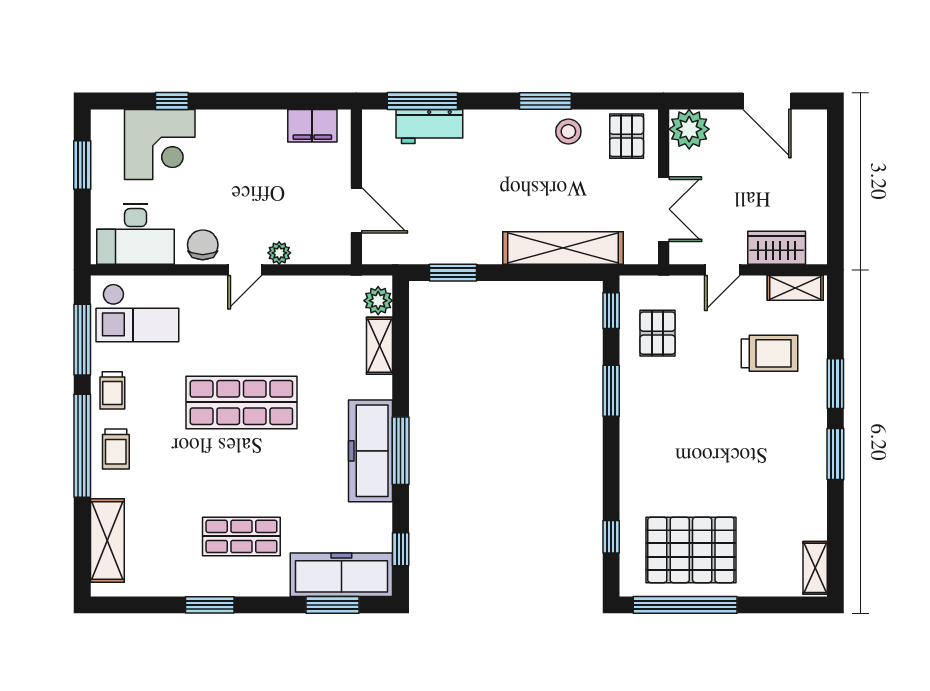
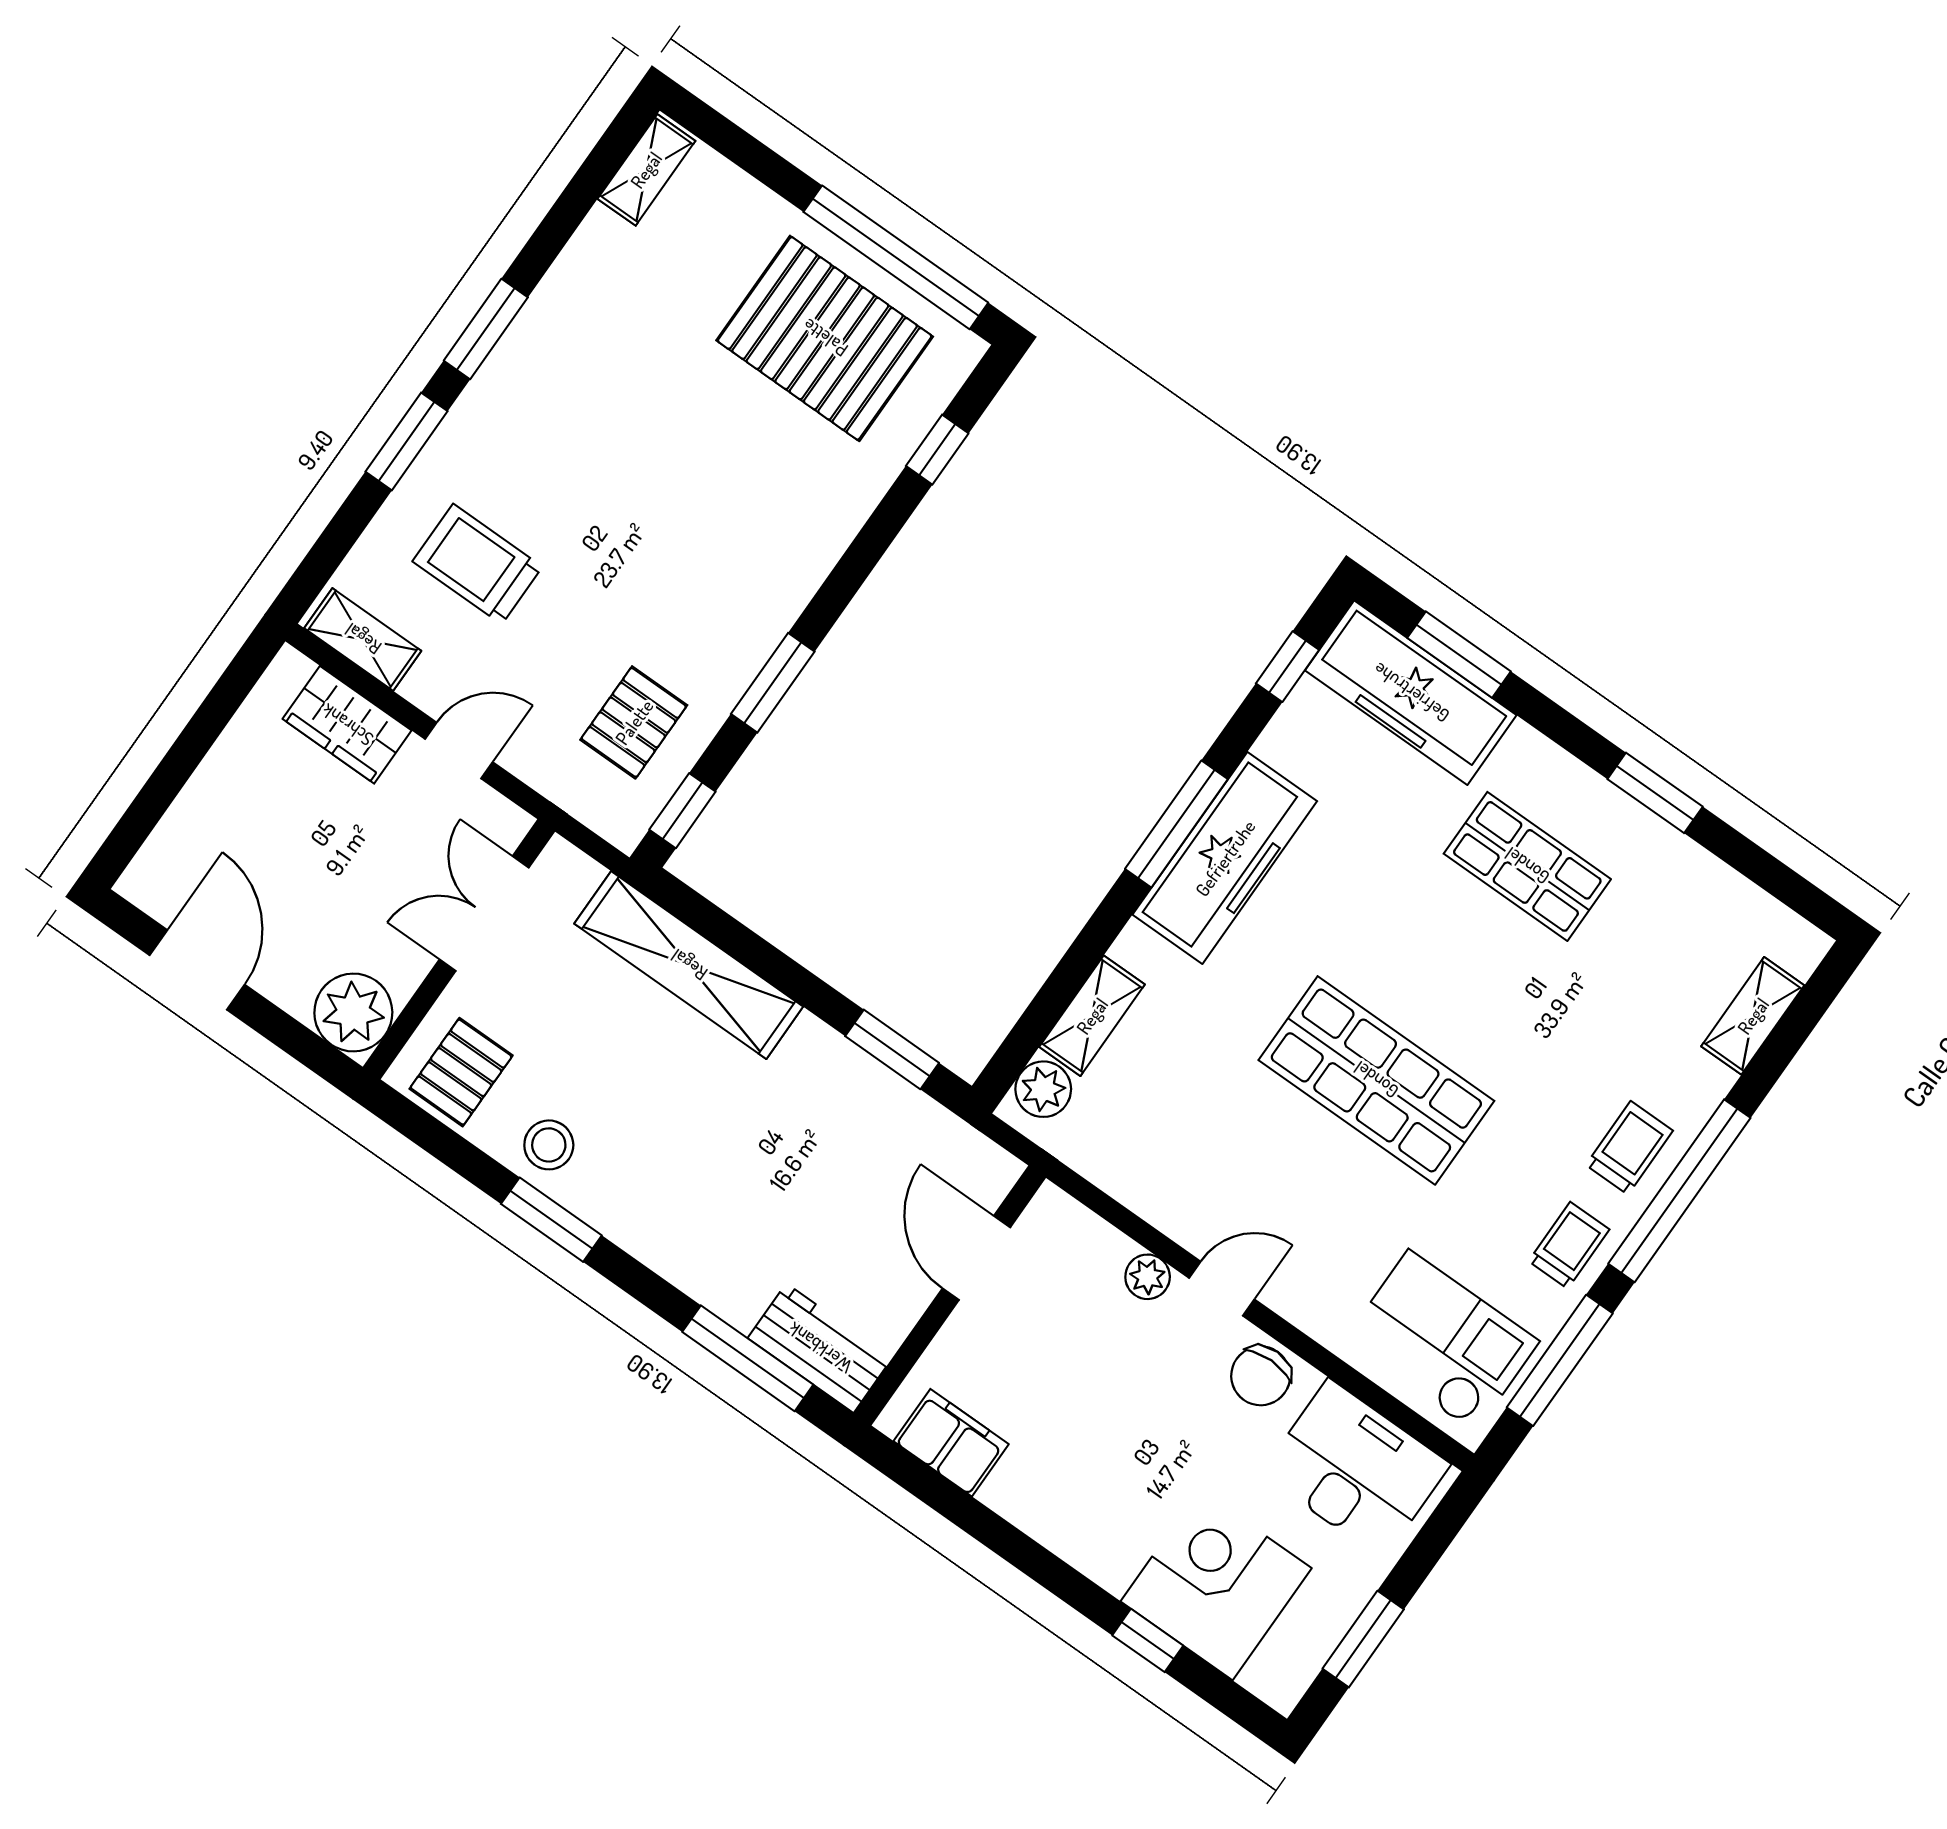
workbench: (429, 126) -> (820, 1348), moved
shelving: (107, 541) -> (1753, 1016), width x0.67, depth x0.75

